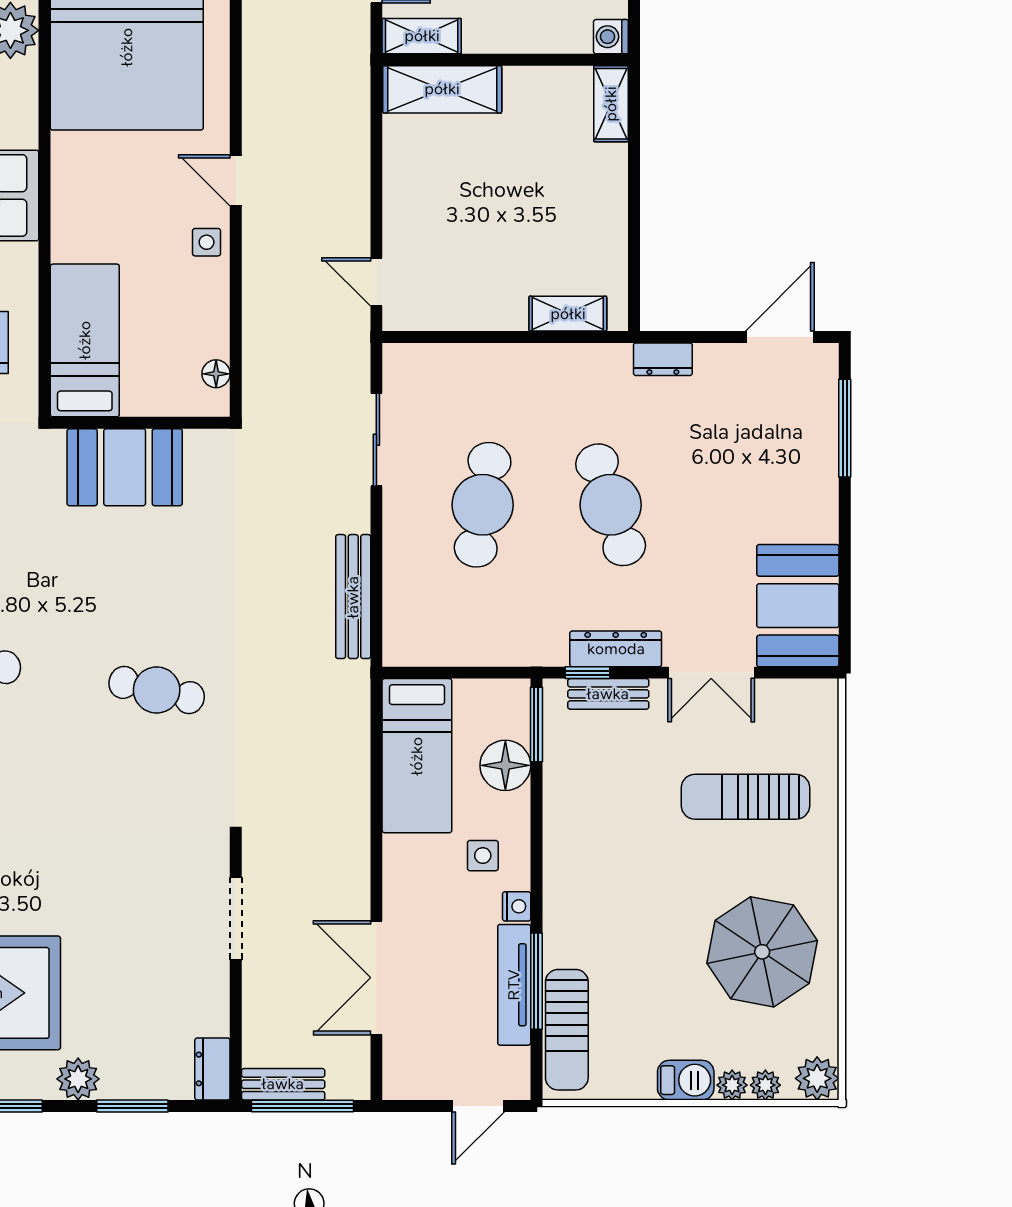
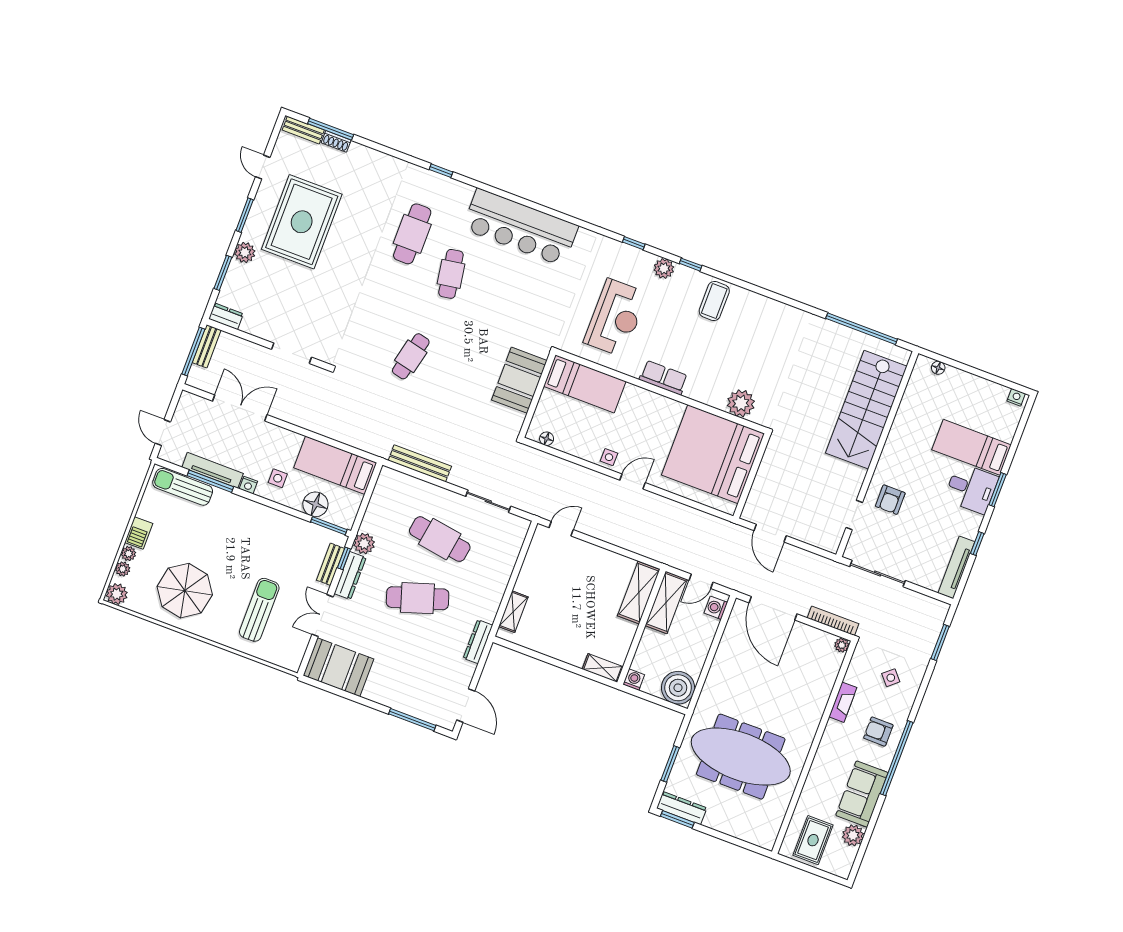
shelving: (422, 36) -> (666, 602), width x1.50, depth x1.33
dresser: (663, 359) -> (478, 642), width x1.44
plant: (545, 645) -> (364, 544), added

